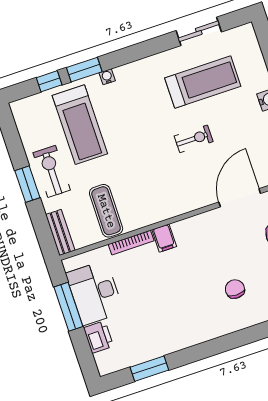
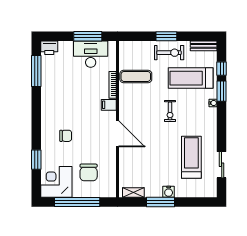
treadmill: (203, 82) -> (191, 157), turned 180
exercise bike: (194, 139) -> (170, 111), moved
door: (240, 198) -> (117, 134), moved
bench: (60, 232) -> (204, 46), moved
printer: (98, 337) -> (49, 48), moved
window: (149, 369) -> (36, 71), width x1.44

